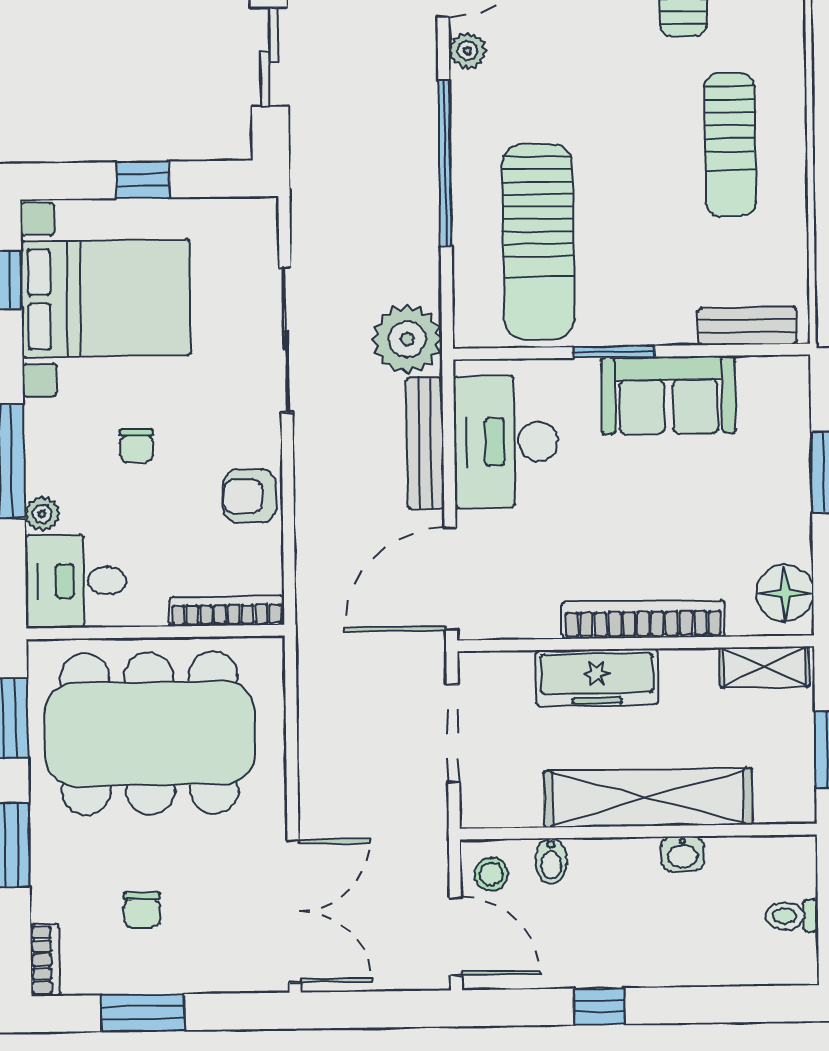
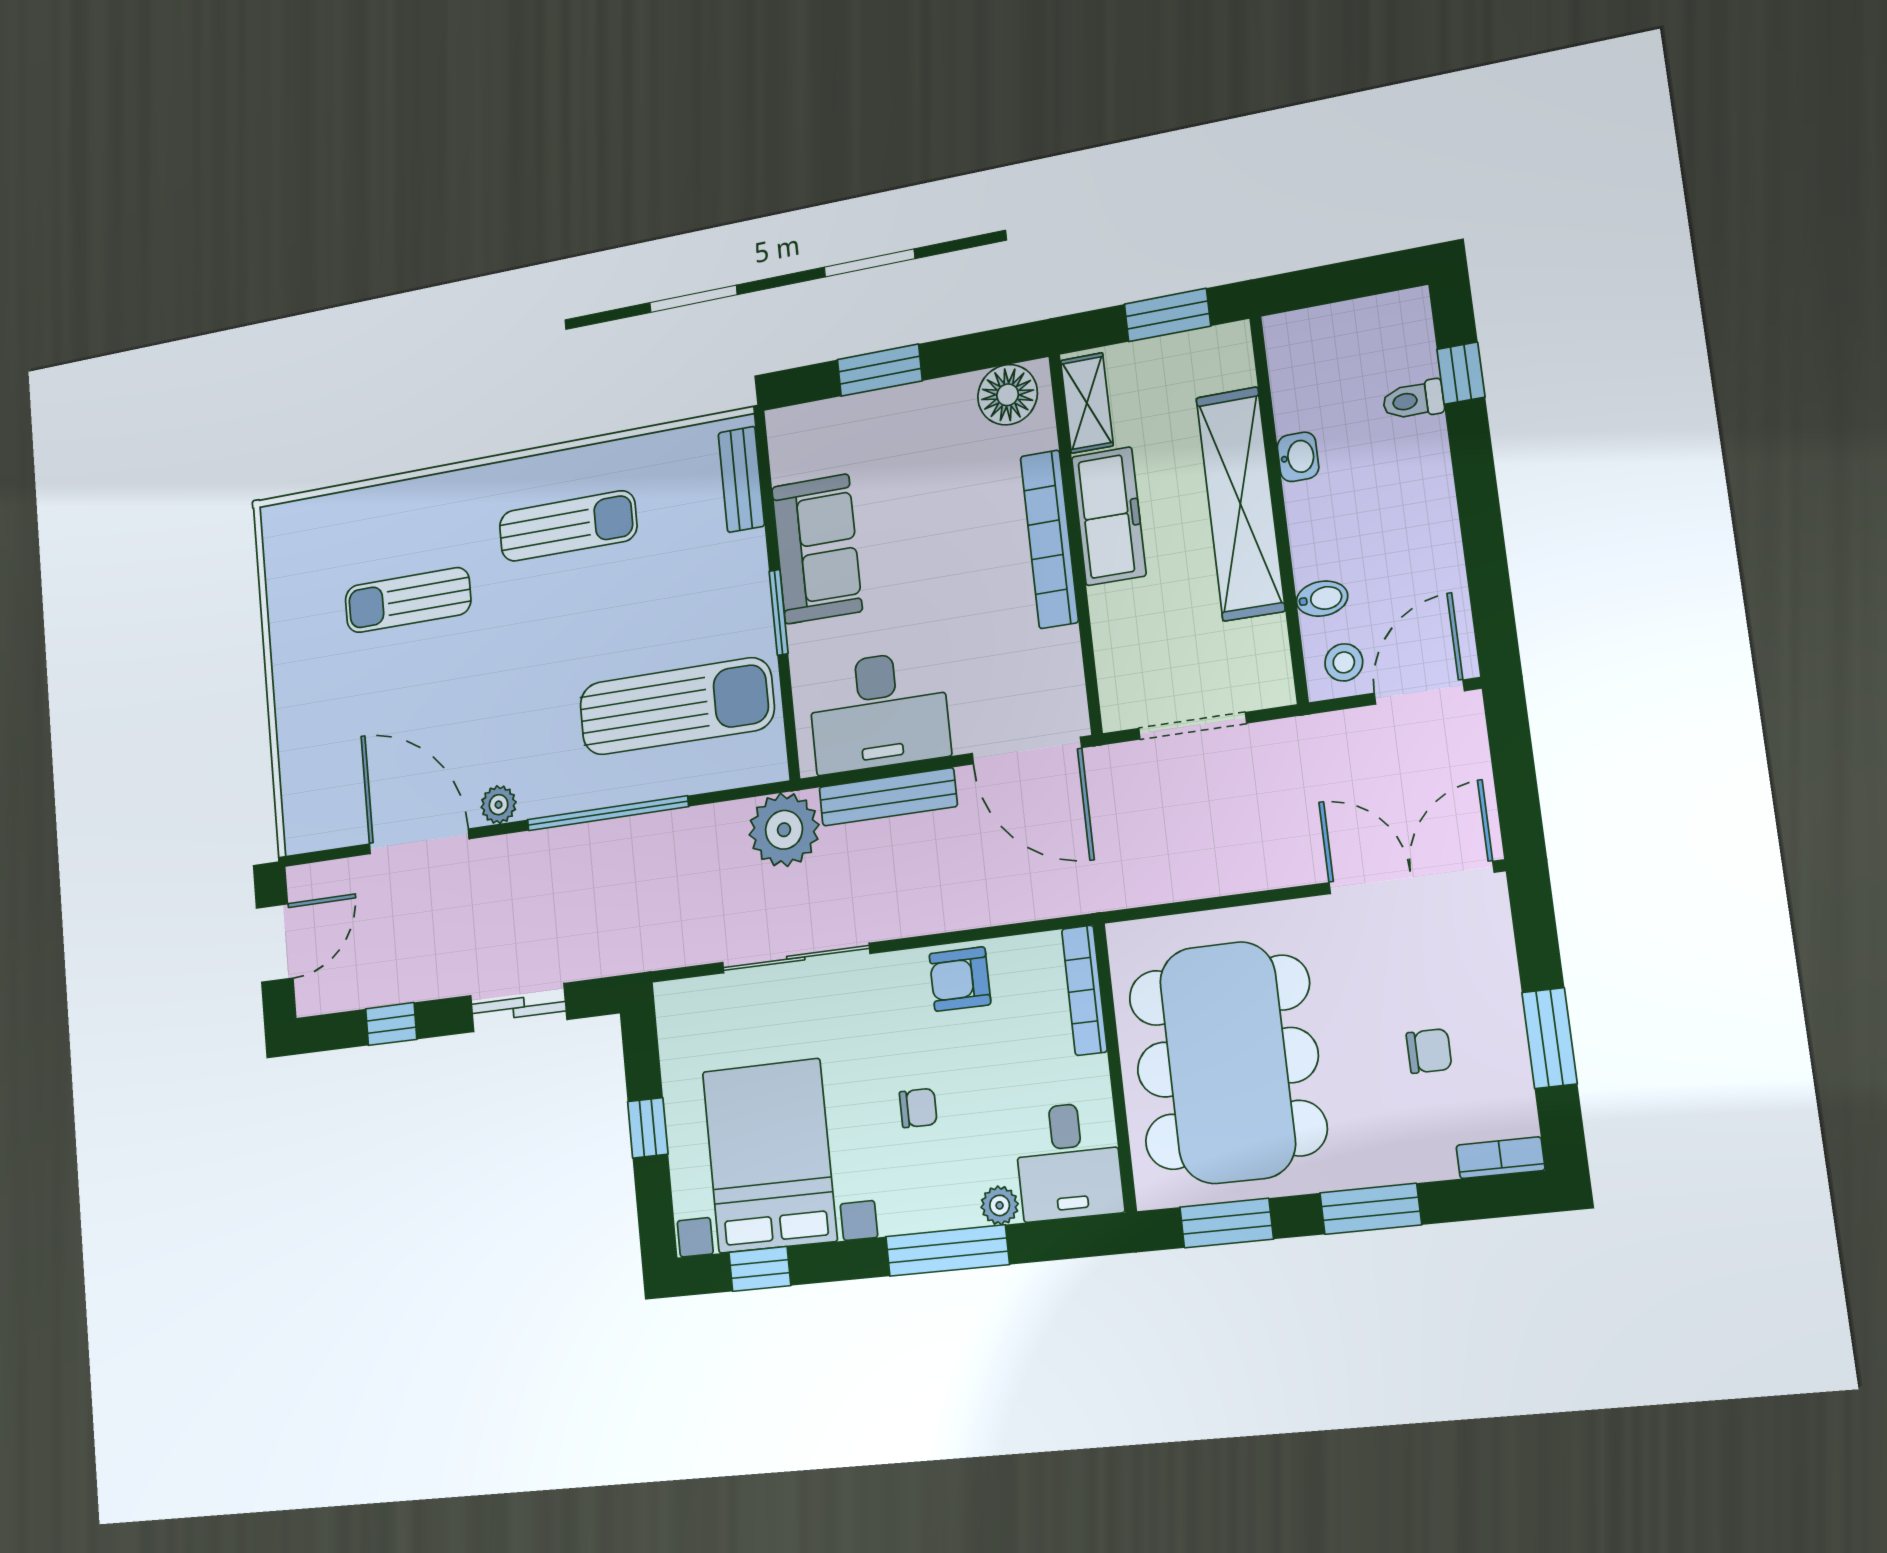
armchair: (249, 496) -> (960, 979), turned 90
freezer: (597, 677) -> (1109, 516), moved
toilet: (792, 916) -> (1413, 400), moved, turned 90
window: (599, 1006) -> (1461, 373), moved

